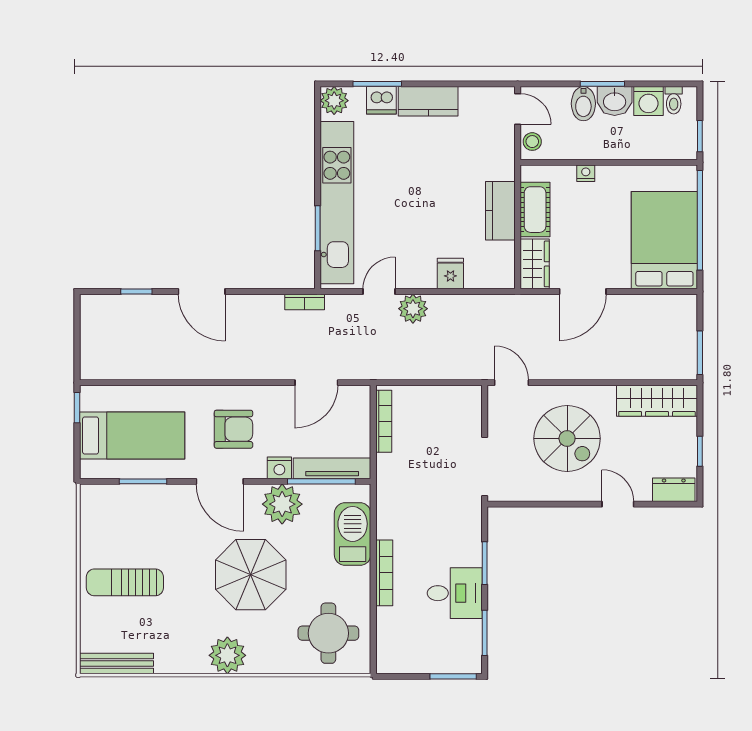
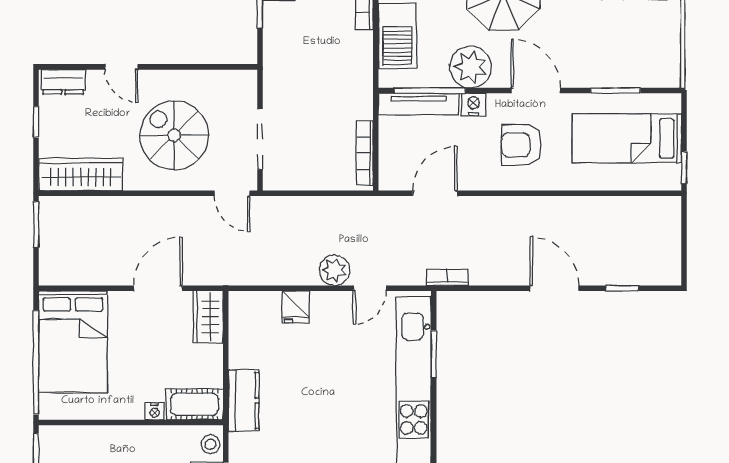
cot: (535, 210) -> (195, 404), moved, turned 90
kitchen counter: (500, 211) -> (244, 401), moved
doorway: (485, 466) -> (260, 139), moved

